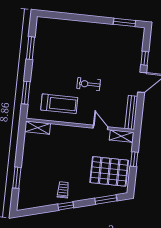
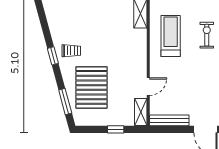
exercise bike: (89, 84) -> (207, 35), moved
treadmill: (59, 104) -> (171, 36), turned 180
pallet: (109, 171) -> (92, 87), moved

